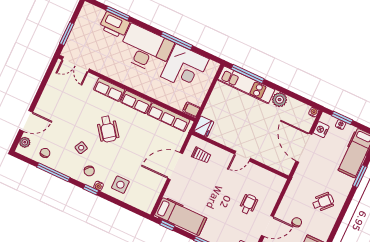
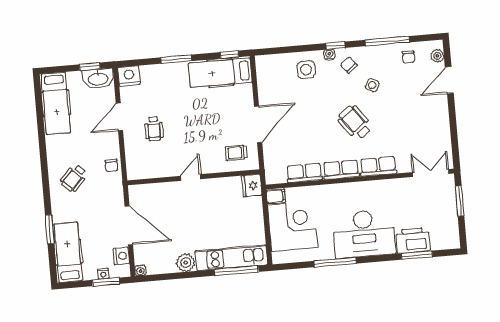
corner desk: (185, 68) -> (293, 226), moved, turned 90
row of seats: (169, 117) -> (304, 173), width x0.68
chair: (297, 222) -> (111, 166), moved

